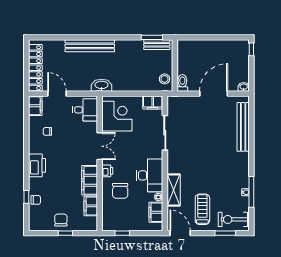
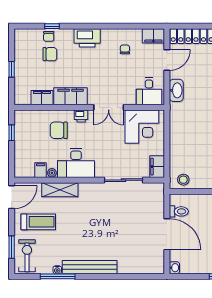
toilet: (182, 83) -> (179, 211), moved
washbasin: (102, 85) -> (176, 90), moved
bench: (243, 127) -> (90, 267), moved
filing cabinet: (156, 212) -> (41, 170), width x0.50
chair: (61, 220) -> (50, 54), moved

